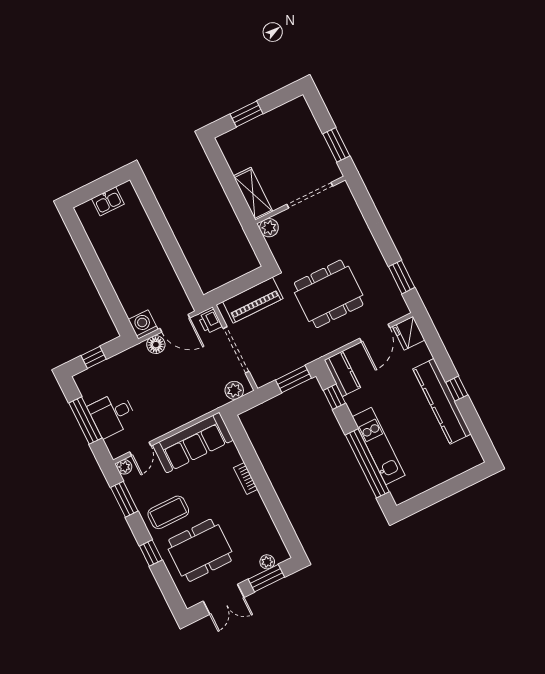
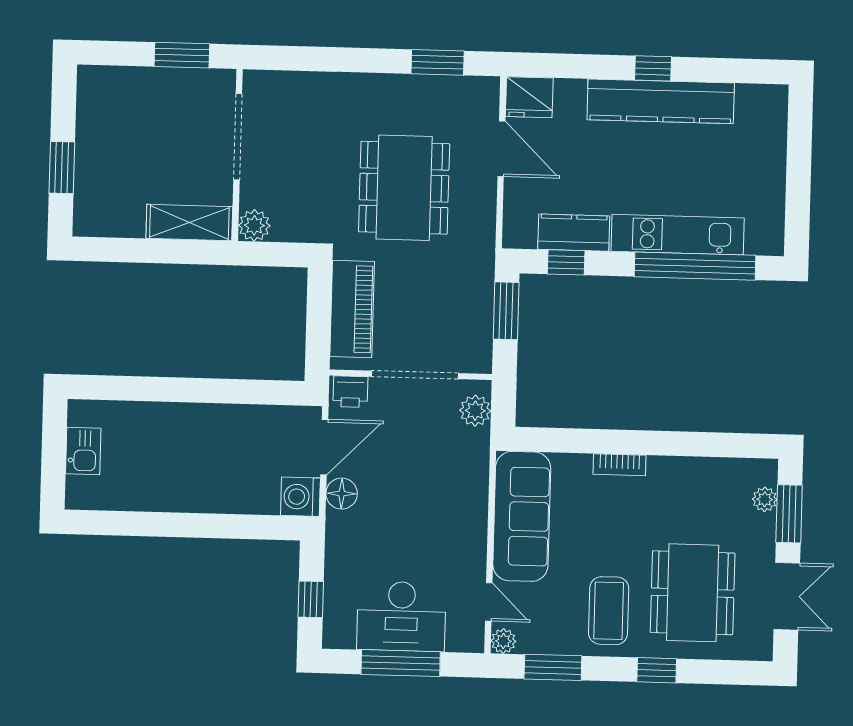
kitchen counter: (342, 374) -> (574, 233), moved
desk: (112, 414) -> (401, 616), width x1.37

